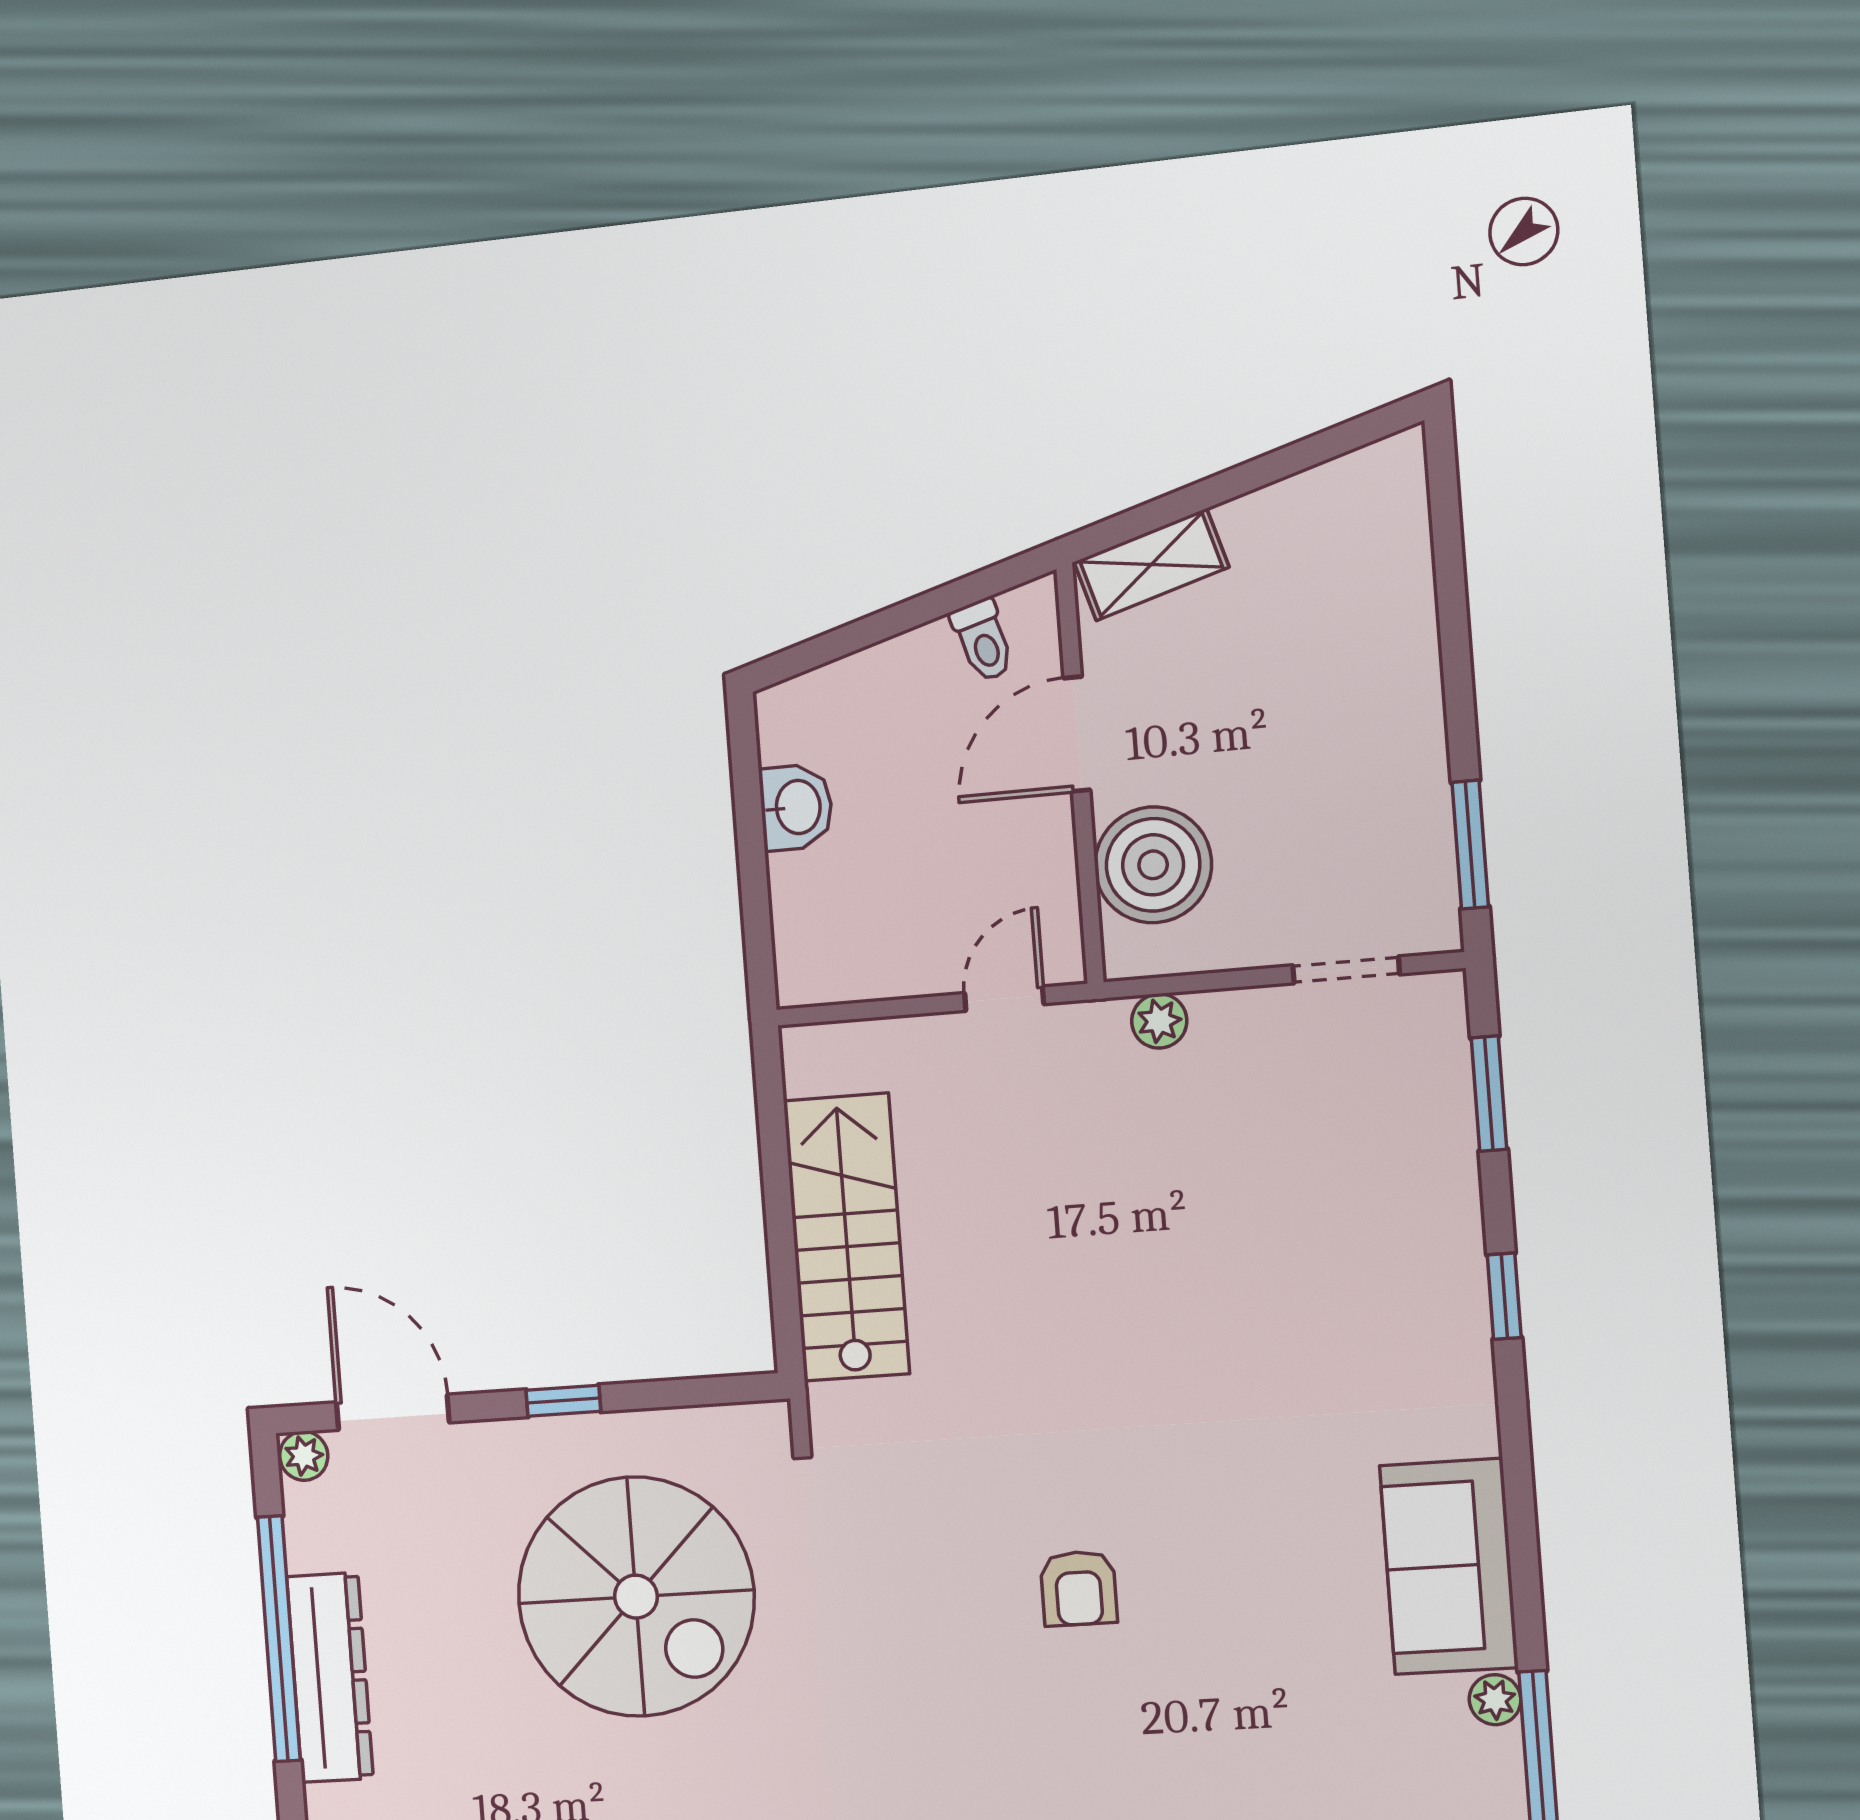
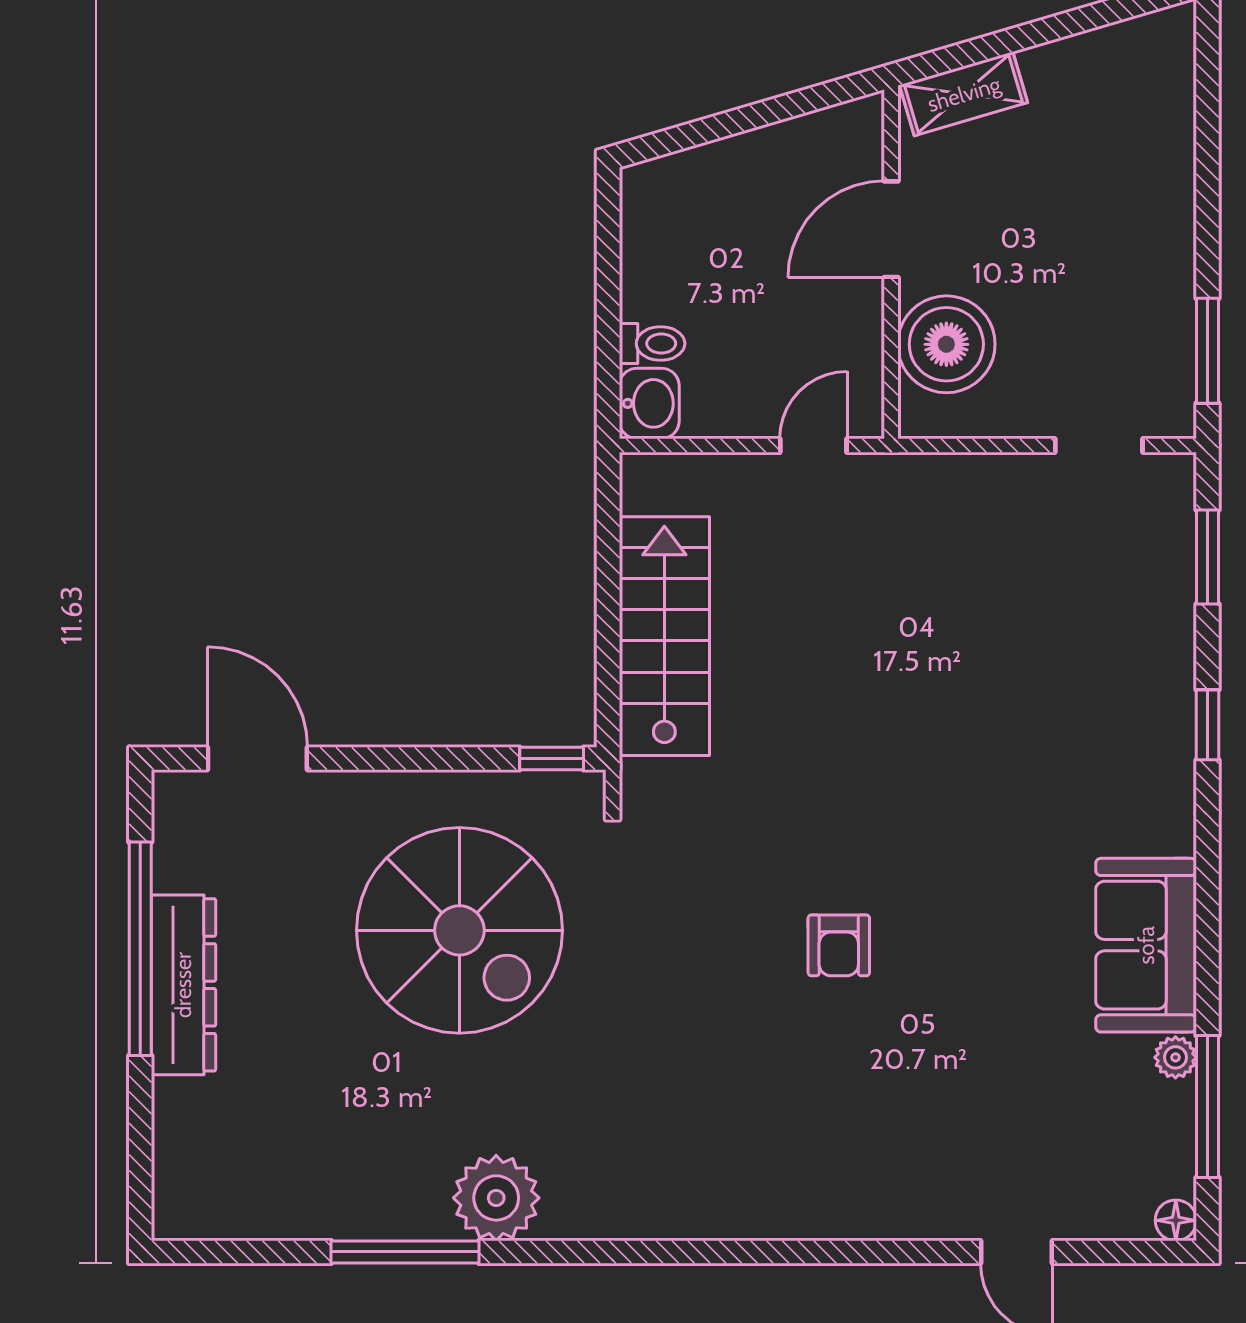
toilet: (983, 640) -> (652, 343), moved, turned -74
washbasin: (796, 807) -> (649, 403), moved
plant: (1159, 1021) -> (942, 475), removed
window: (563, 1401) -> (552, 758), moved
plant: (304, 1456) -> (175, 791), removed

